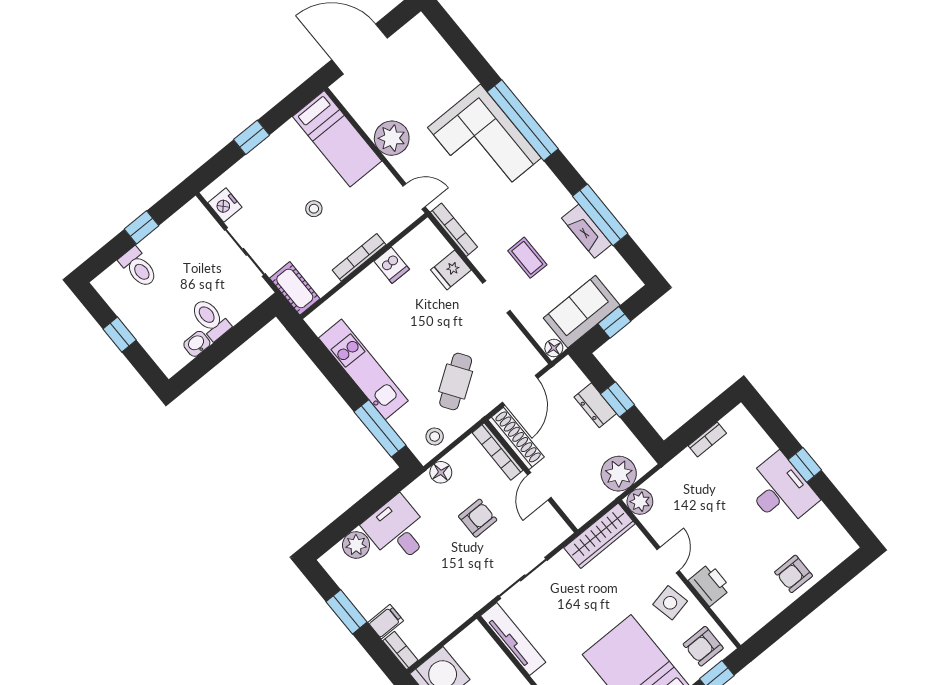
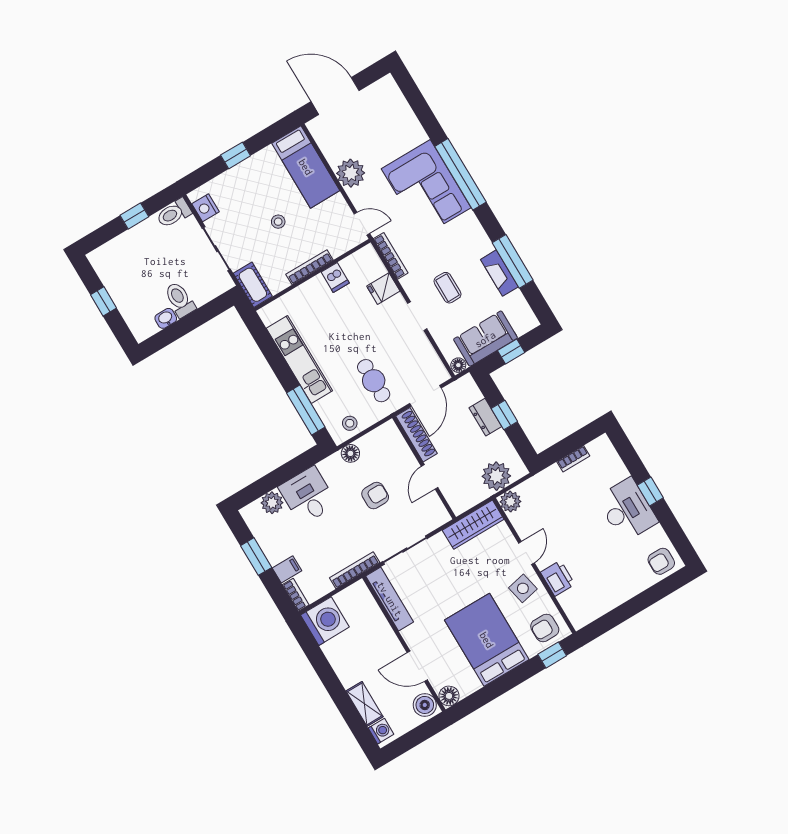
toilet: (138, 268) -> (174, 213), moved, turned 90
cafe table: (456, 381) -> (374, 381), turned -56
bookcase: (498, 452) -> (355, 570), moved, turned 90
armchair: (794, 574) -> (661, 561), moved

